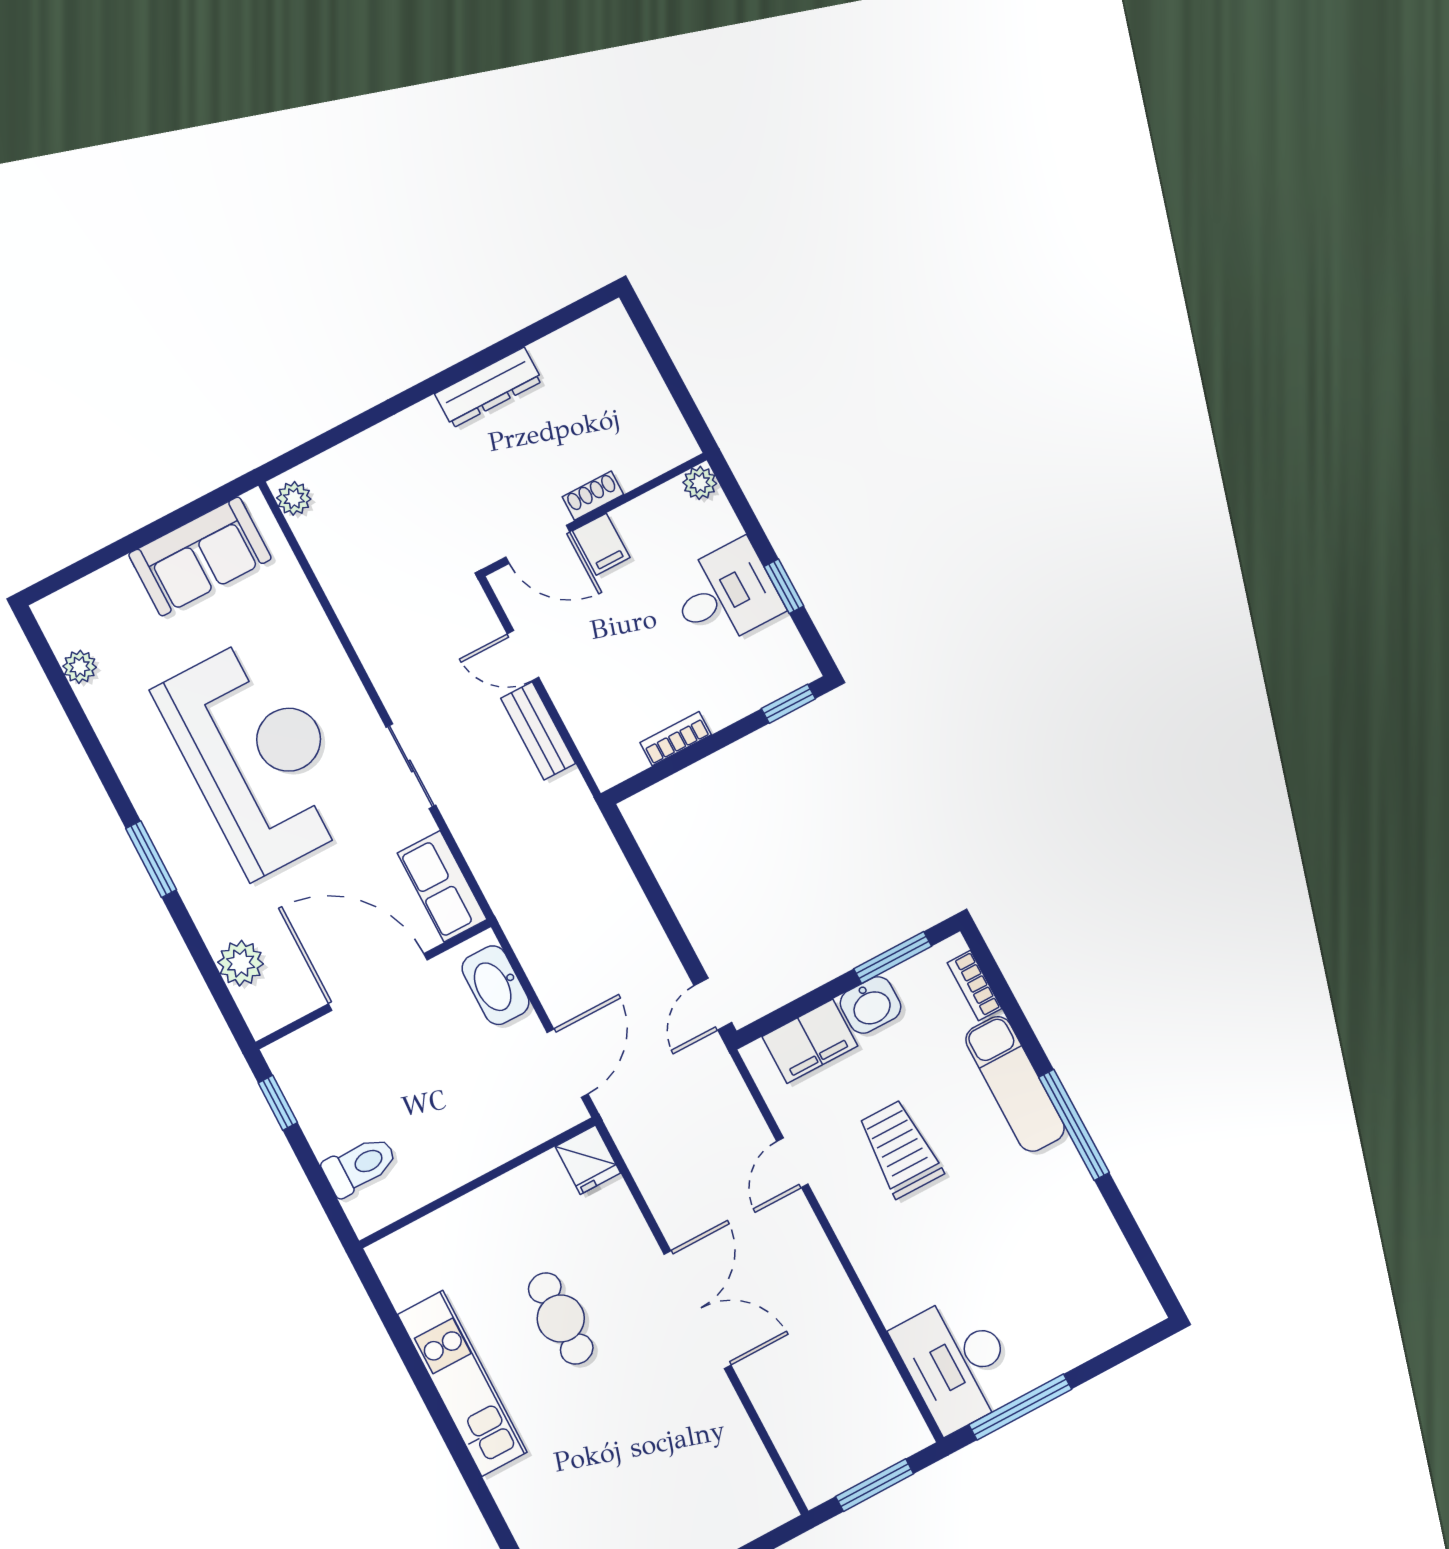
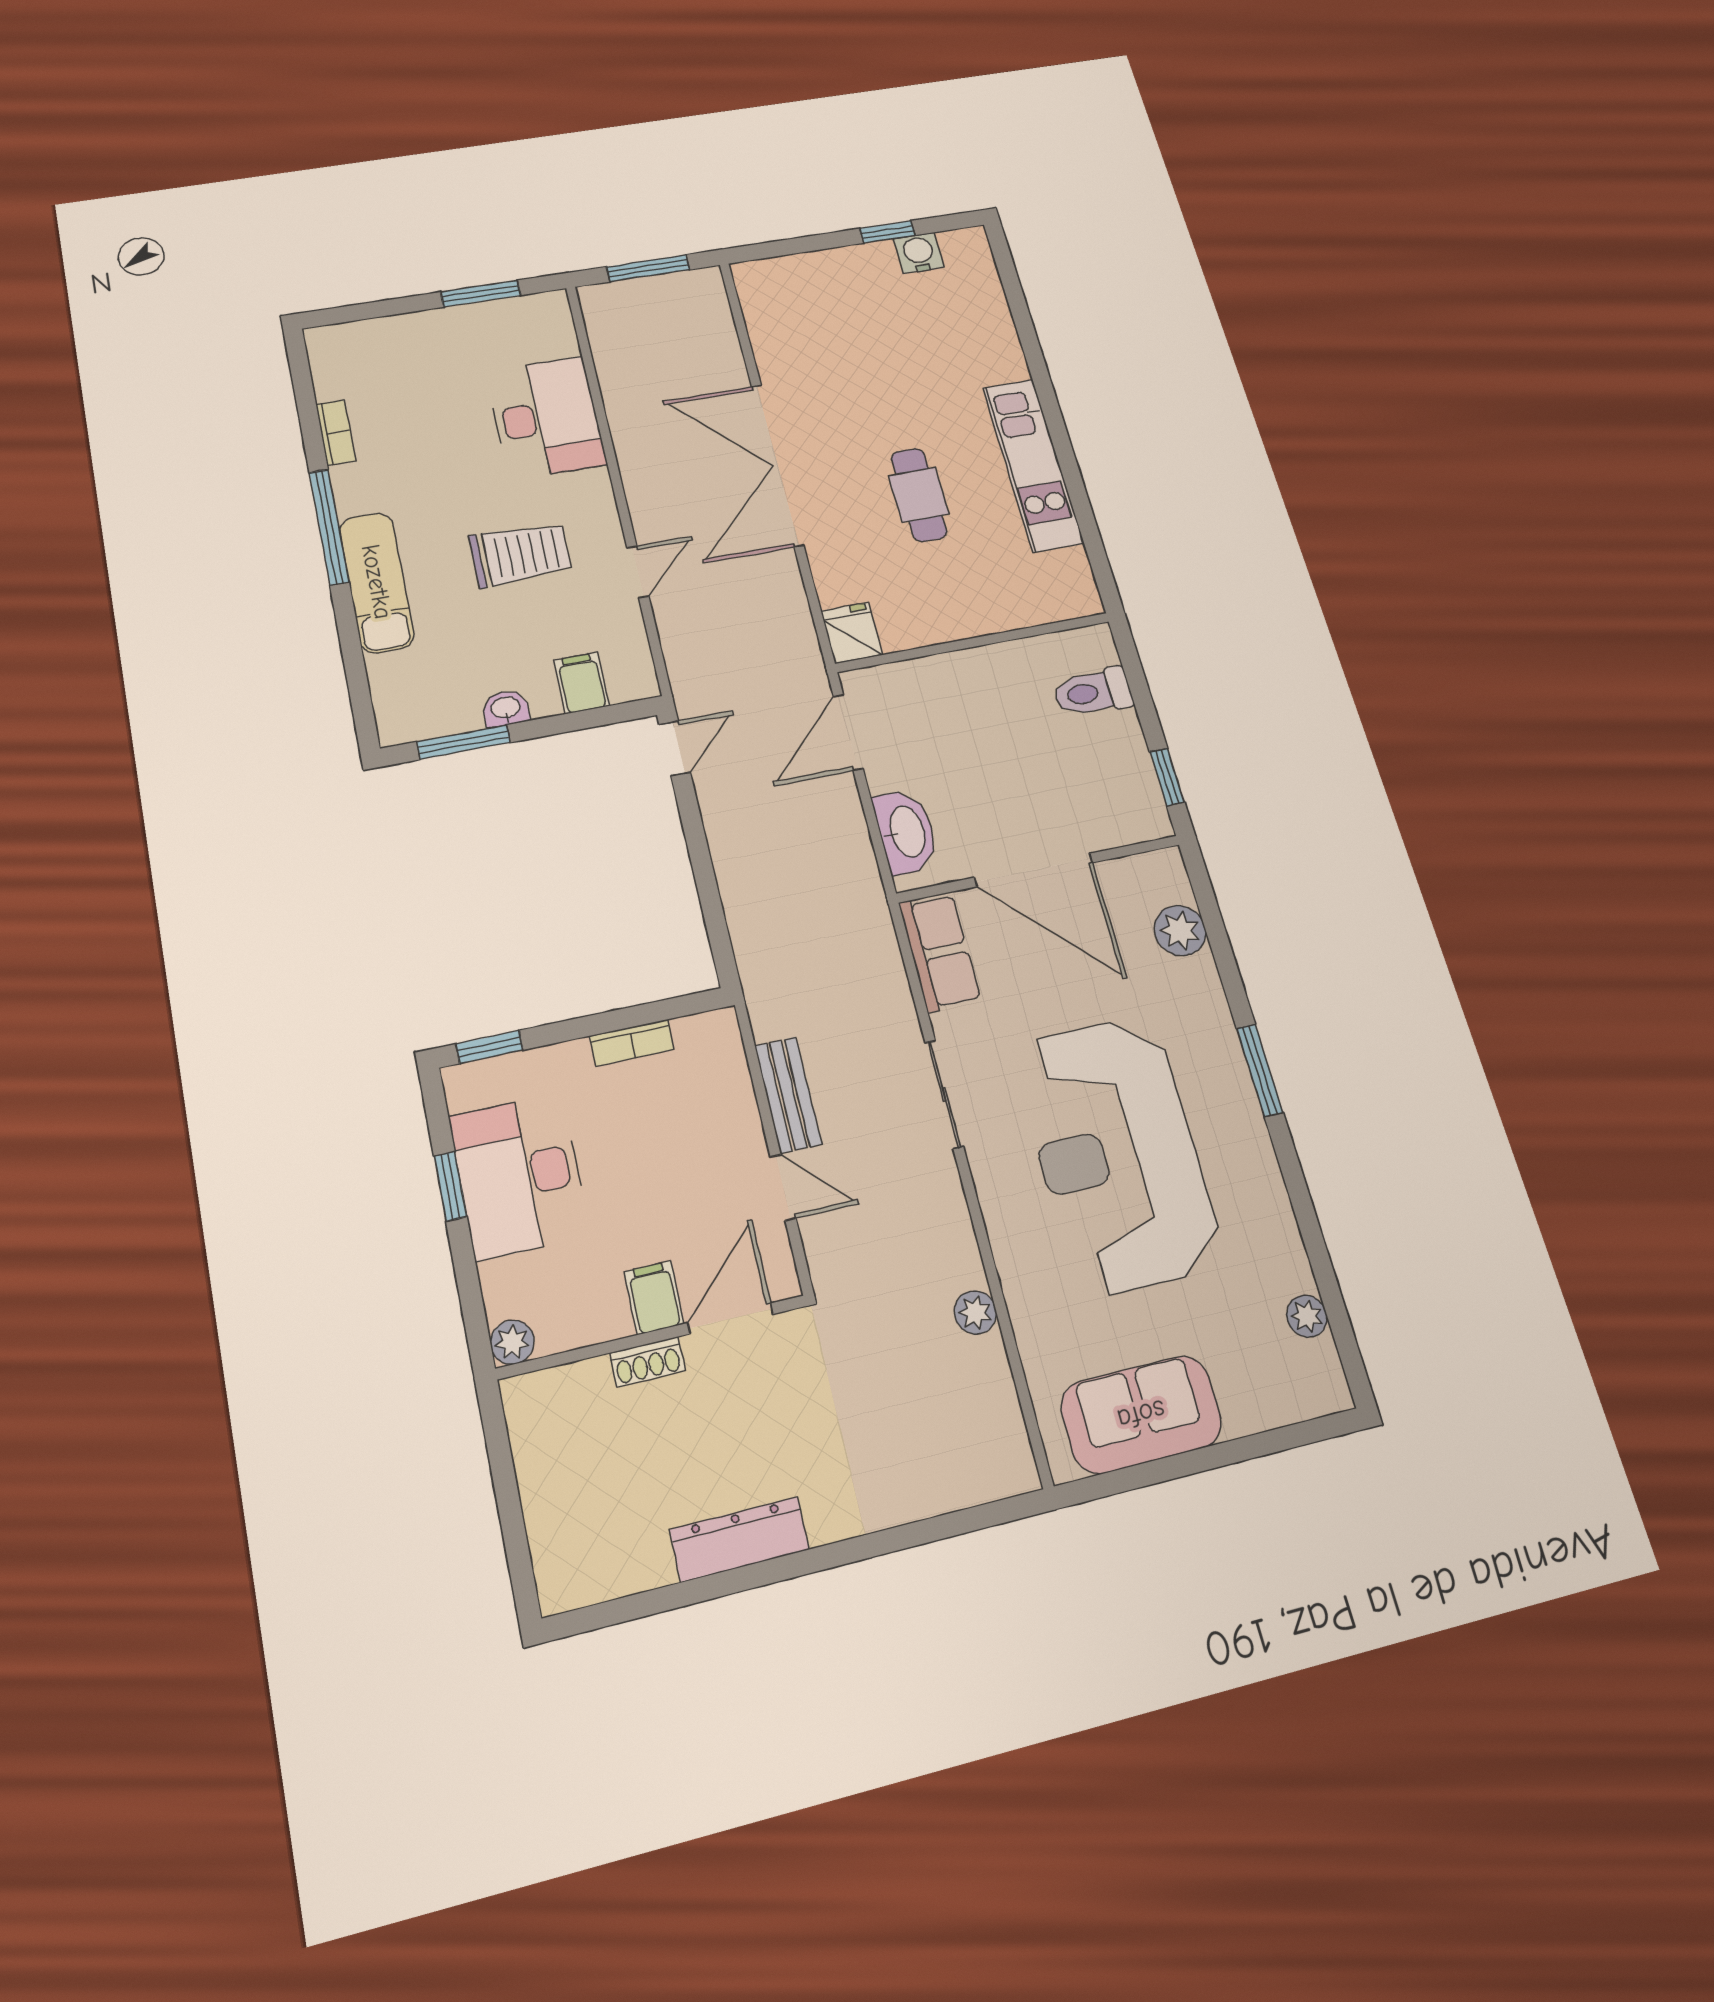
plant: (294, 498) -> (975, 1312), moved
door: (538, 544) -> (731, 1318), hinge flipped
desk: (725, 594) -> (519, 1176), width x1.37
bookcase: (974, 985) -> (336, 433), moved
washbasin: (870, 1005) -> (506, 708), width x0.72, depth x0.69
filing cabinet: (810, 1041) -> (581, 683), width x0.50
trolley: (900, 1149) -> (520, 554), turned -90
double door: (697, 1310) -> (777, 465), width x1.36
desk: (957, 1362) -> (546, 418), moved
window: (1020, 1407) -> (481, 294), width x0.69

